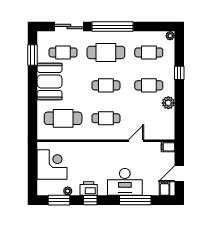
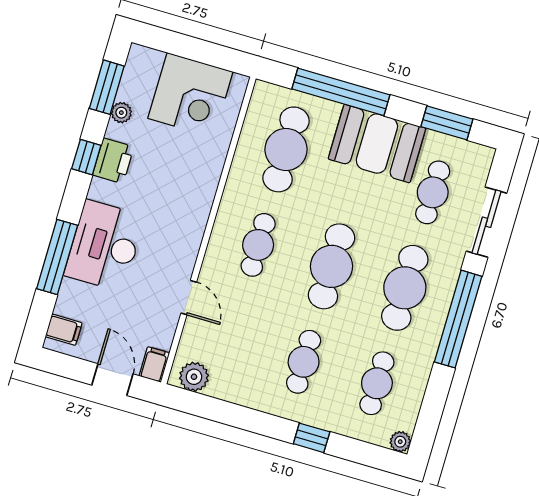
cafe table: (106, 85) -> (331, 266), width x1.37, depth x1.35
window: (33, 103) -> (341, 92), added
plant: (168, 103) -> (194, 377), moved
door: (179, 174) -> (112, 380), moved

